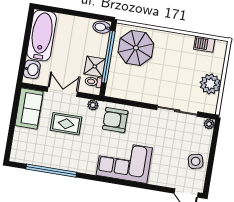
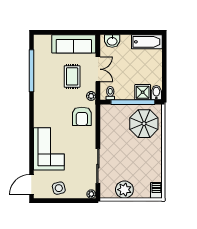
bathtub: (42, 36) -> (147, 42), width x0.73, depth x0.73
barbecue: (204, 44) -> (156, 190), moved
shower: (95, 66) -> (143, 92), moved
sofa: (29, 108) -> (74, 44), width x1.36
armchair: (115, 120) -> (82, 116), turned 180
corner sofa: (124, 162) -> (49, 149), moved

